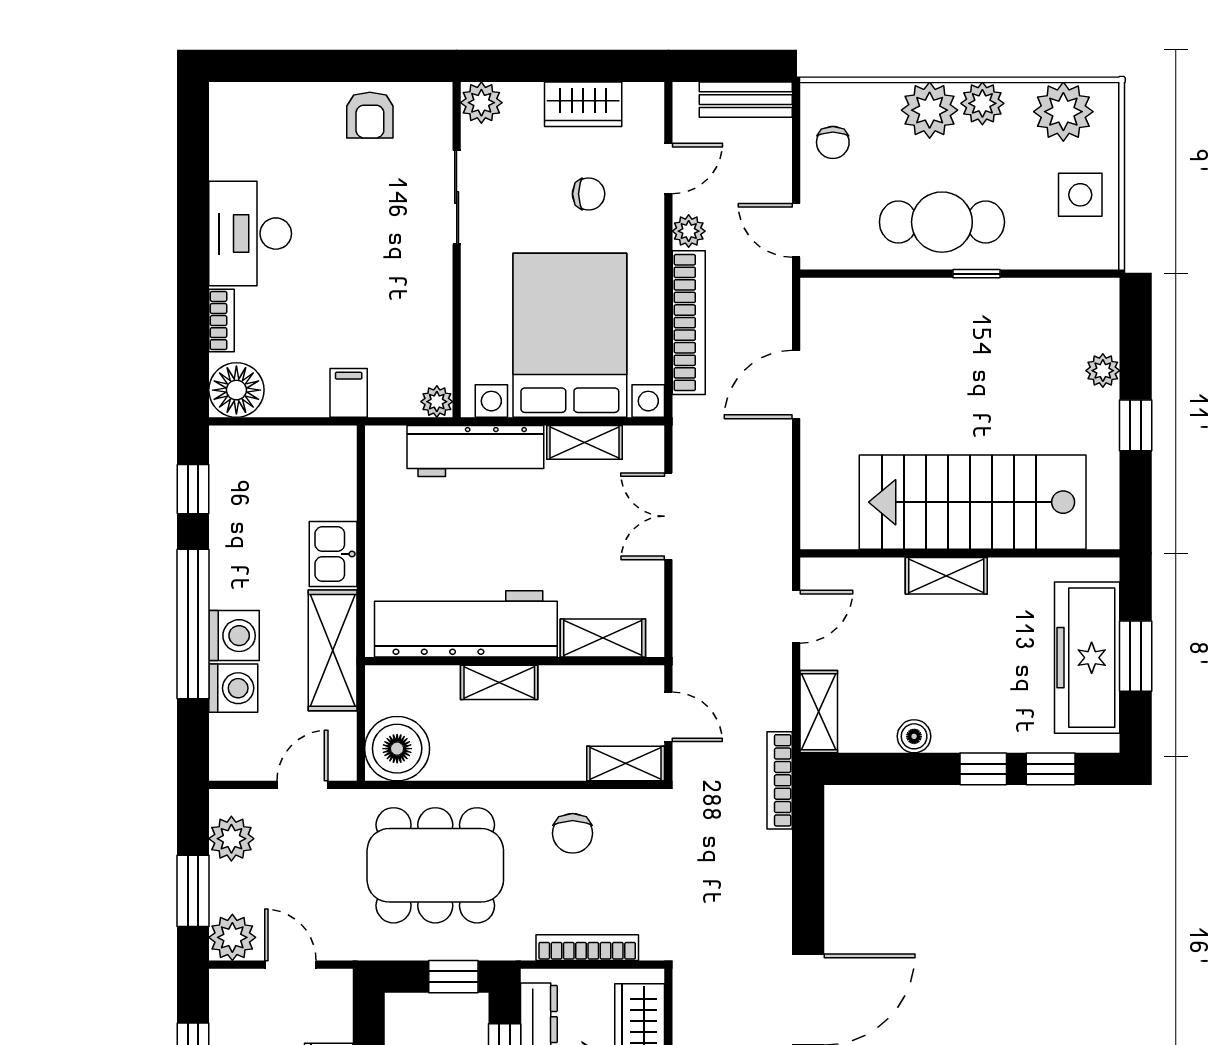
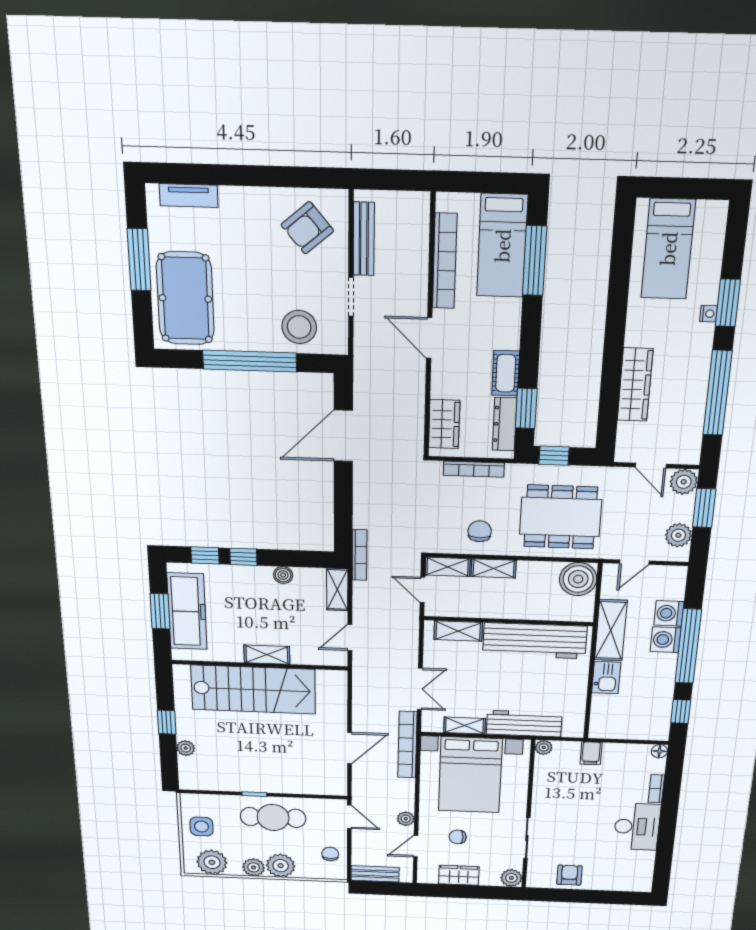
bookcase: (689, 323) -> (407, 745), moved
floor lamp: (236, 390) -> (659, 751), width x0.53, depth x0.53
shelving: (499, 682) -> (494, 568), moved

